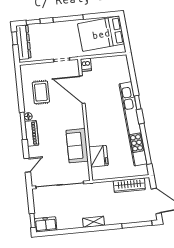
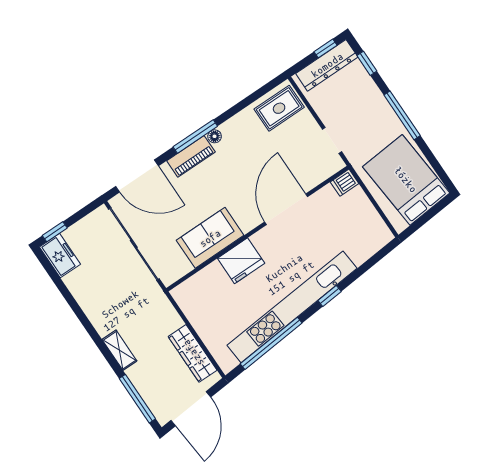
door: (82, 90) -> (286, 209), moved
rug: (41, 92) -> (279, 108), moved
fridge: (99, 156) -> (241, 261), moved
door: (27, 165) -> (137, 176), width x1.88
shelving: (94, 222) -> (119, 350), moved

